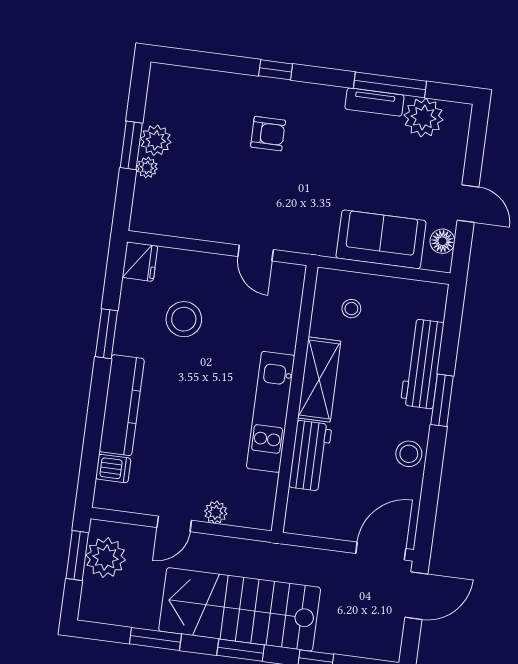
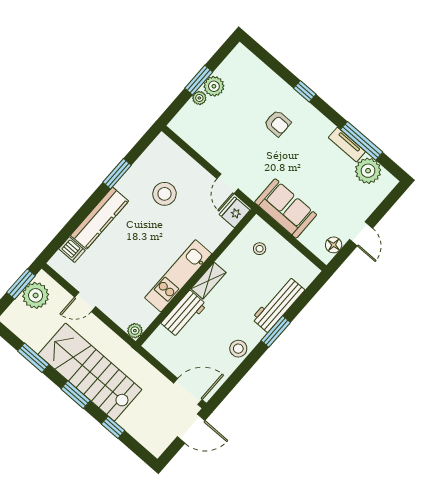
sofa: (381, 239) -> (286, 208), moved
fridge: (140, 262) -> (234, 212), moved, turned 180
shelving: (319, 379) -> (209, 281), width x0.67, depth x0.75
plant: (216, 512) -> (135, 331), moved

